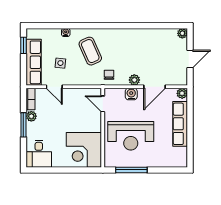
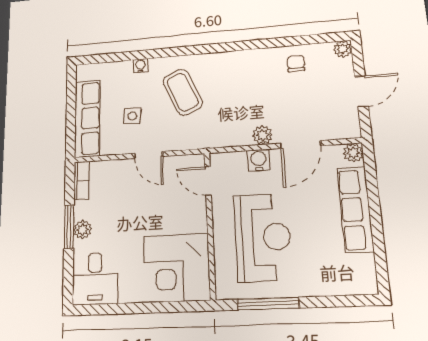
window: (23, 45) -> (71, 92), removed
chair: (109, 75) -> (296, 64), moved
door: (54, 87) -> (149, 155), moved
plant: (31, 116) -> (82, 229), moved
reception desk: (131, 136) -> (263, 237), turned -90

